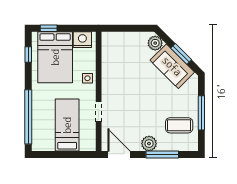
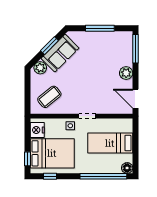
doorway: (99, 112) -> (87, 116), moved
coffee table: (179, 125) -> (49, 97), moved, turned 51
floor lamp: (38, 145) -> (127, 168), added
door: (119, 155) -> (135, 99), hinge flipped
window: (162, 155) -> (135, 49), moved

